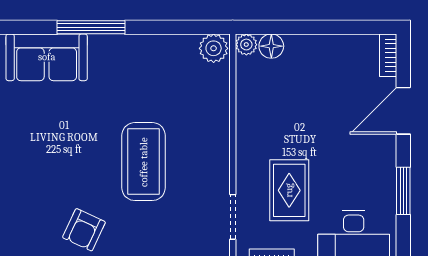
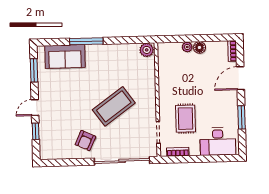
plant: (246, 45) -> (187, 47), moved
floor lamp: (271, 46) -> (199, 47), moved
coffee table: (144, 162) -> (114, 106), turned 54

